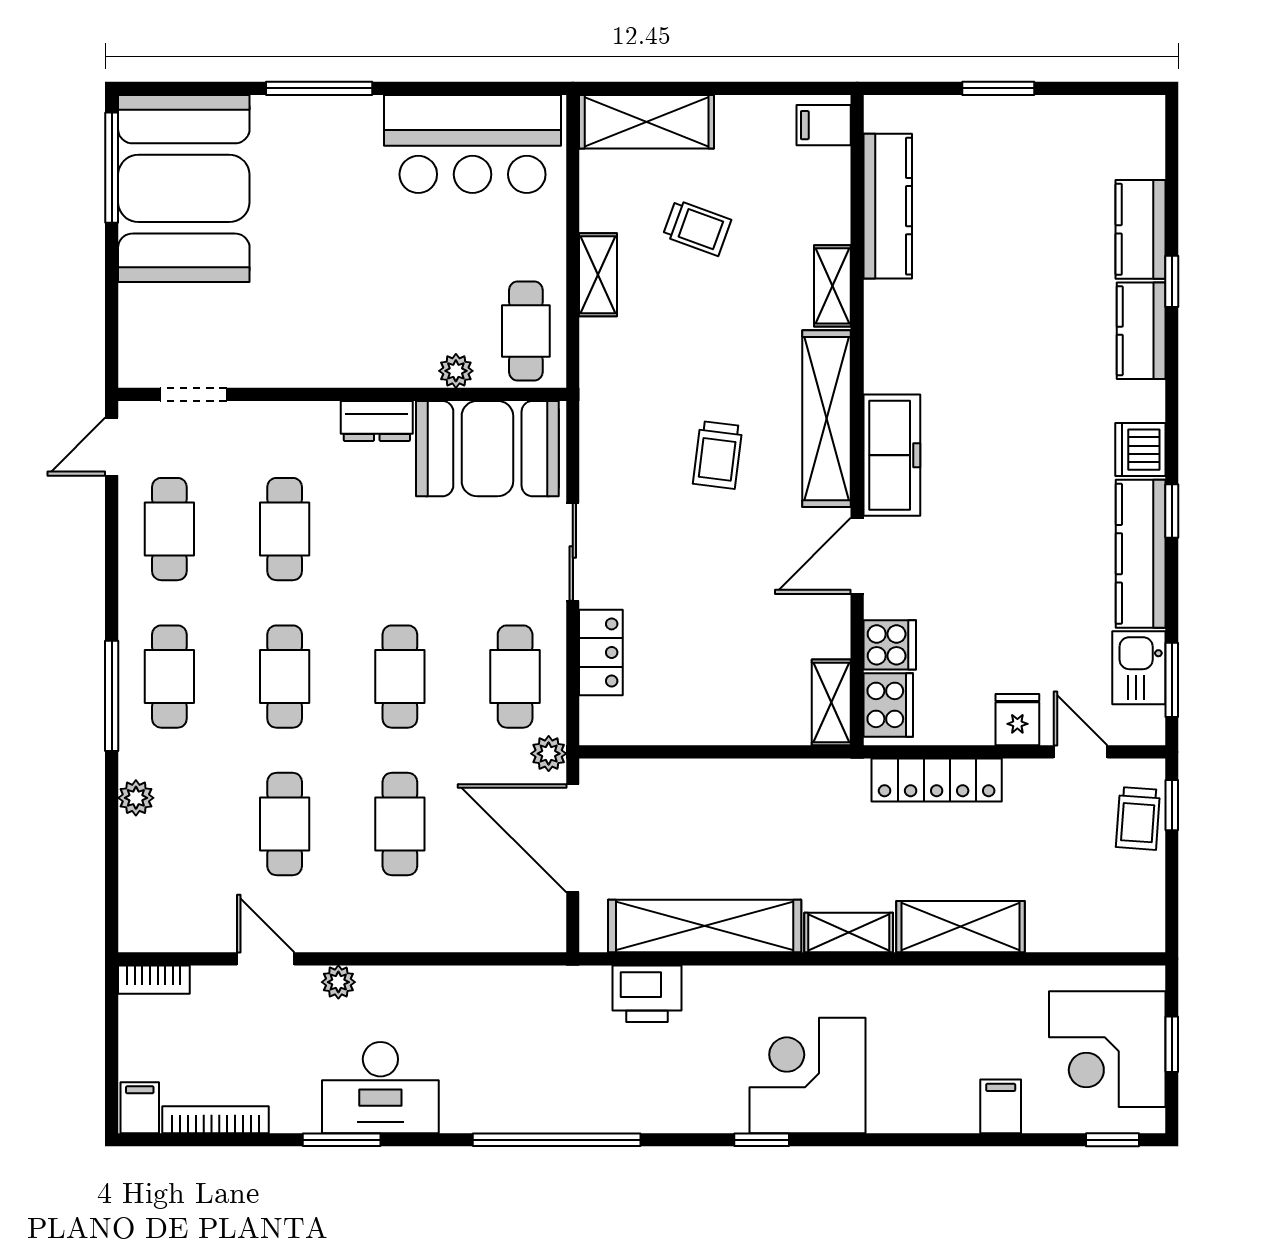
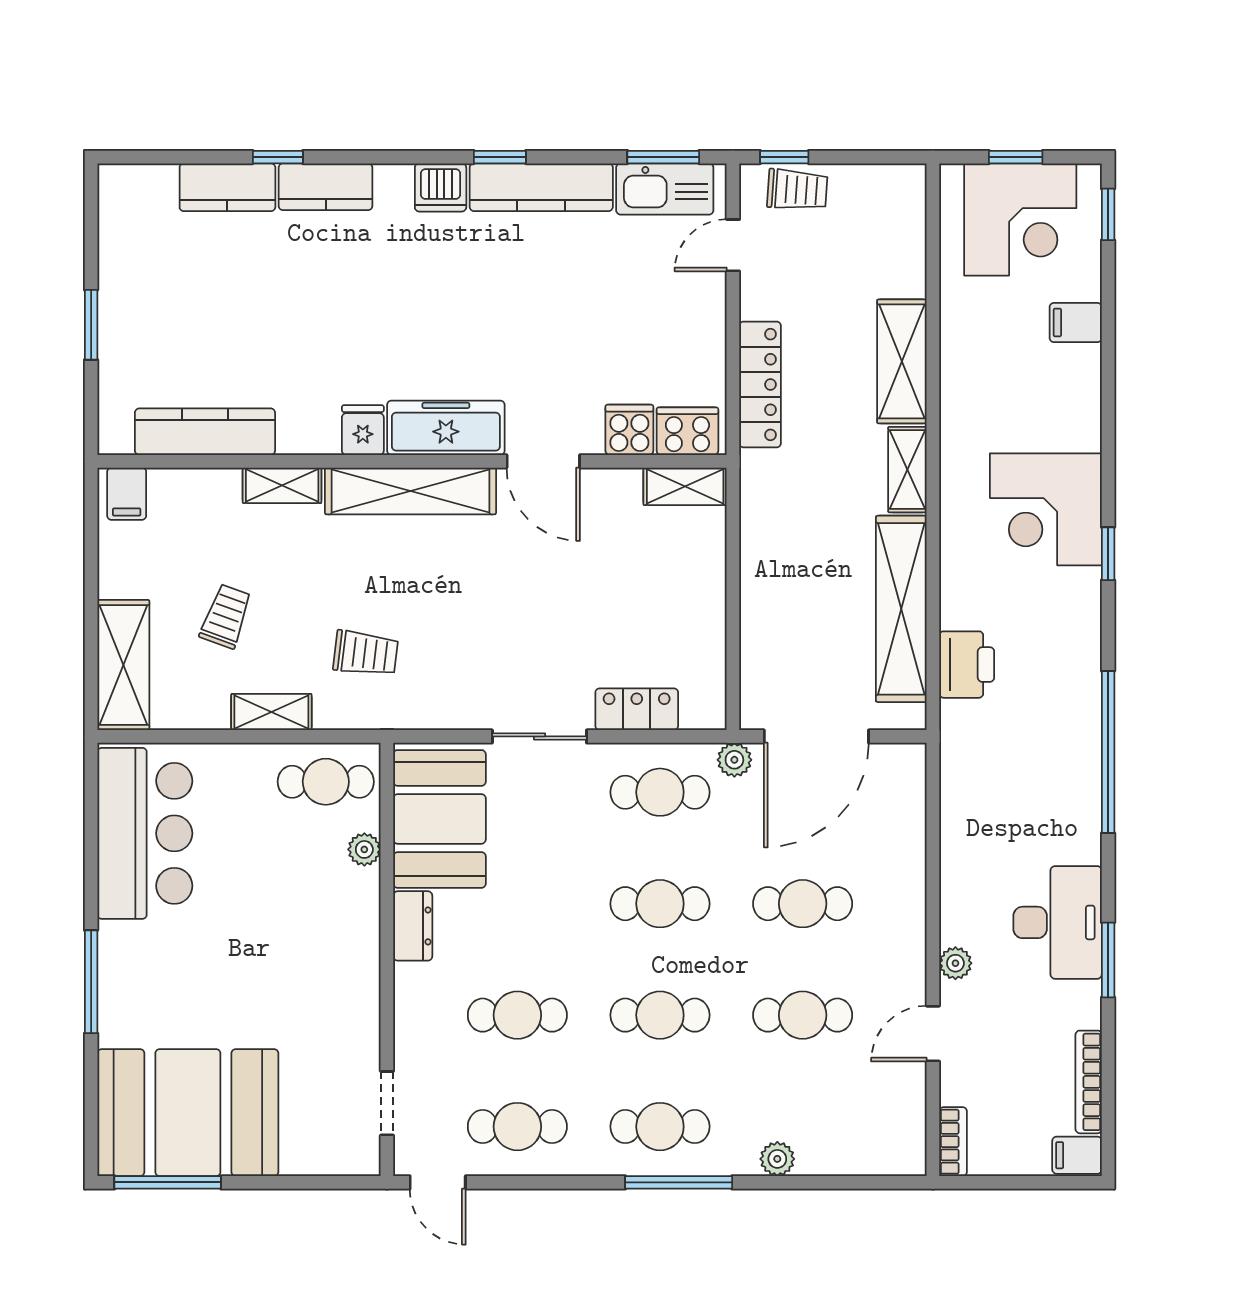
trolley: (718, 455) -> (366, 653), moved
kitchen sink: (1139, 668) -> (665, 189), width x1.38
fridge: (1017, 720) -> (363, 430), moved, turned 90

